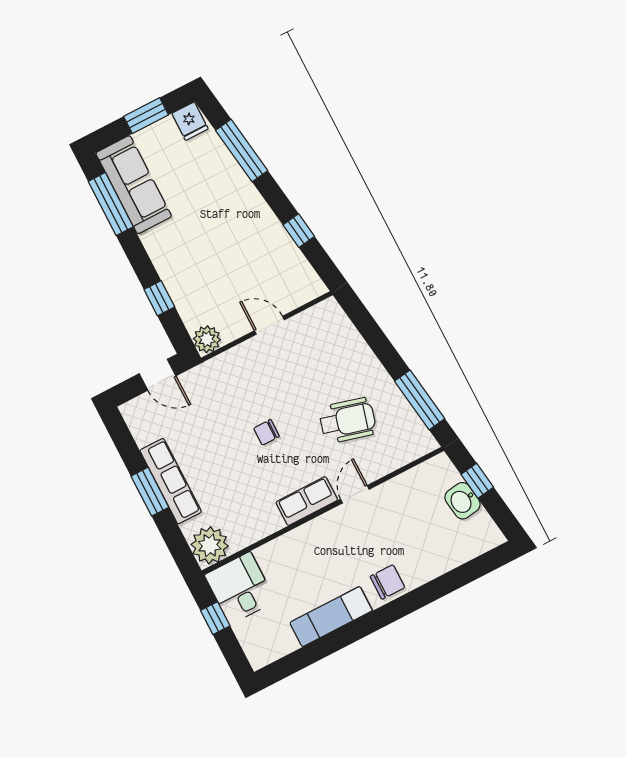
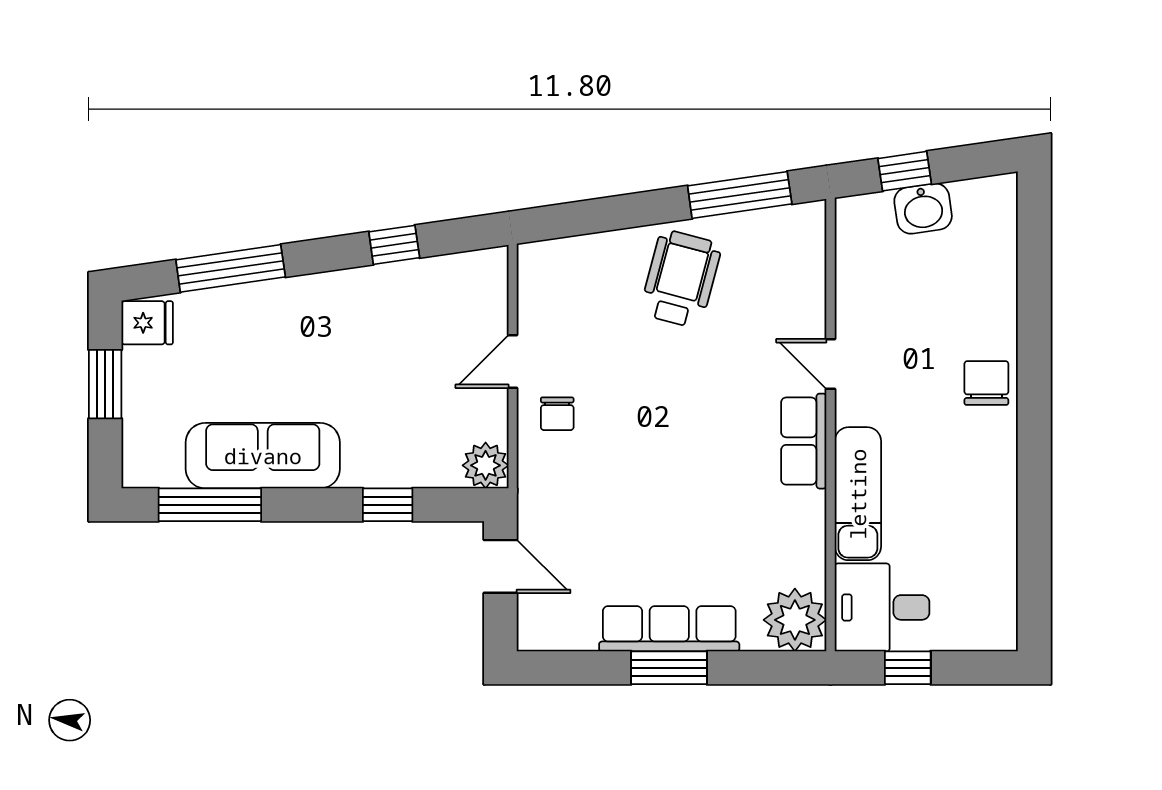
sofa: (134, 185) -> (263, 456), moved
door: (158, 375) -> (500, 566), hinge flipped
wheelchair: (348, 421) -> (681, 279), moved
chair: (267, 432) -> (557, 414), moved
exam couch: (331, 617) -> (858, 494), moved, turned 180

